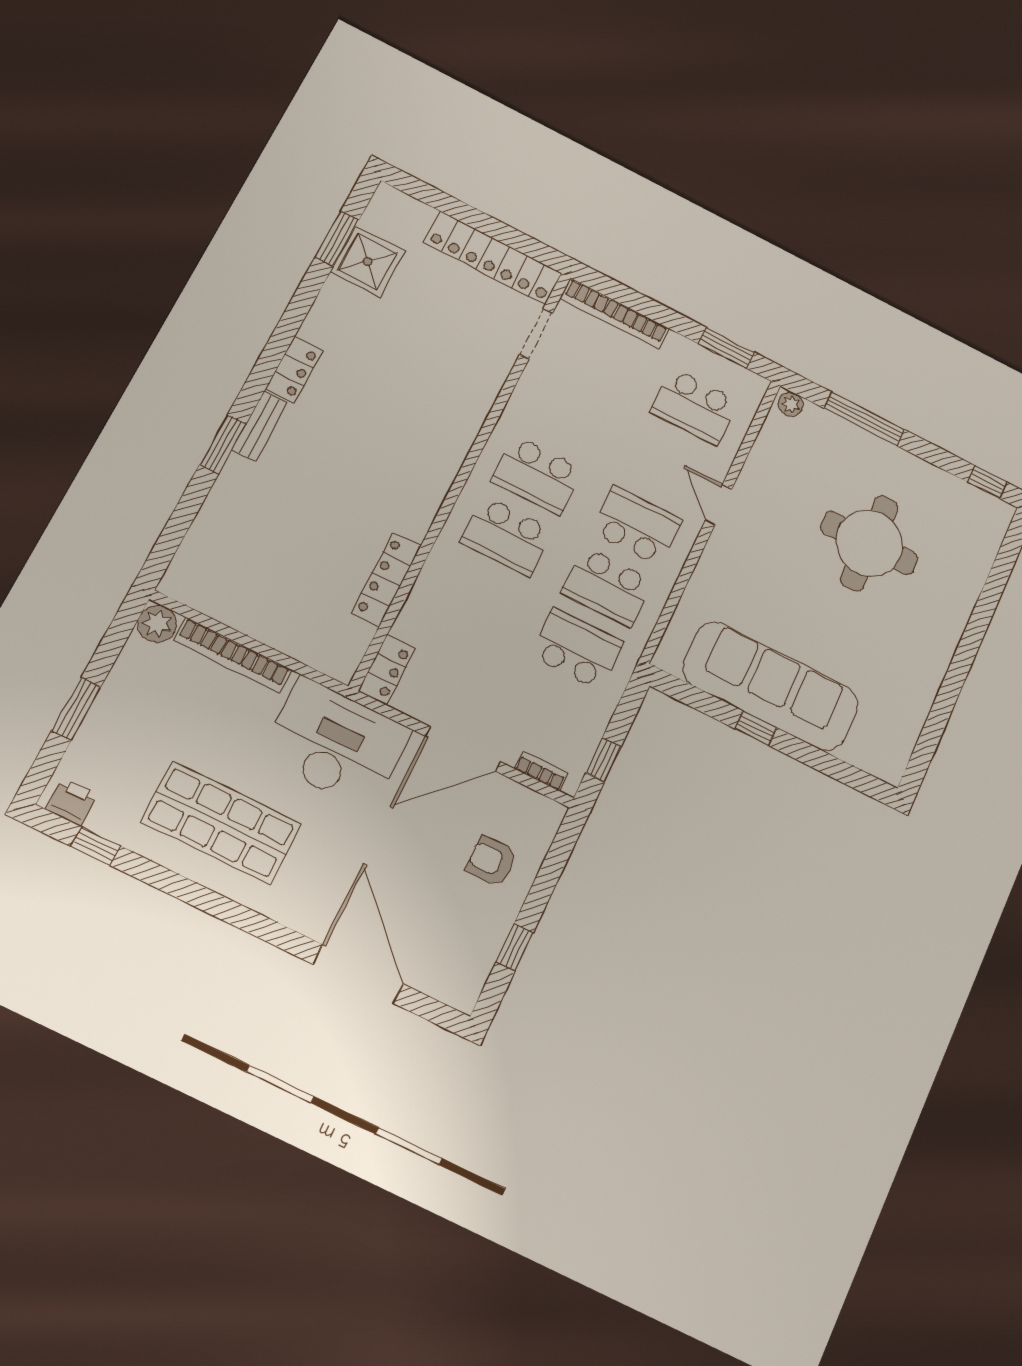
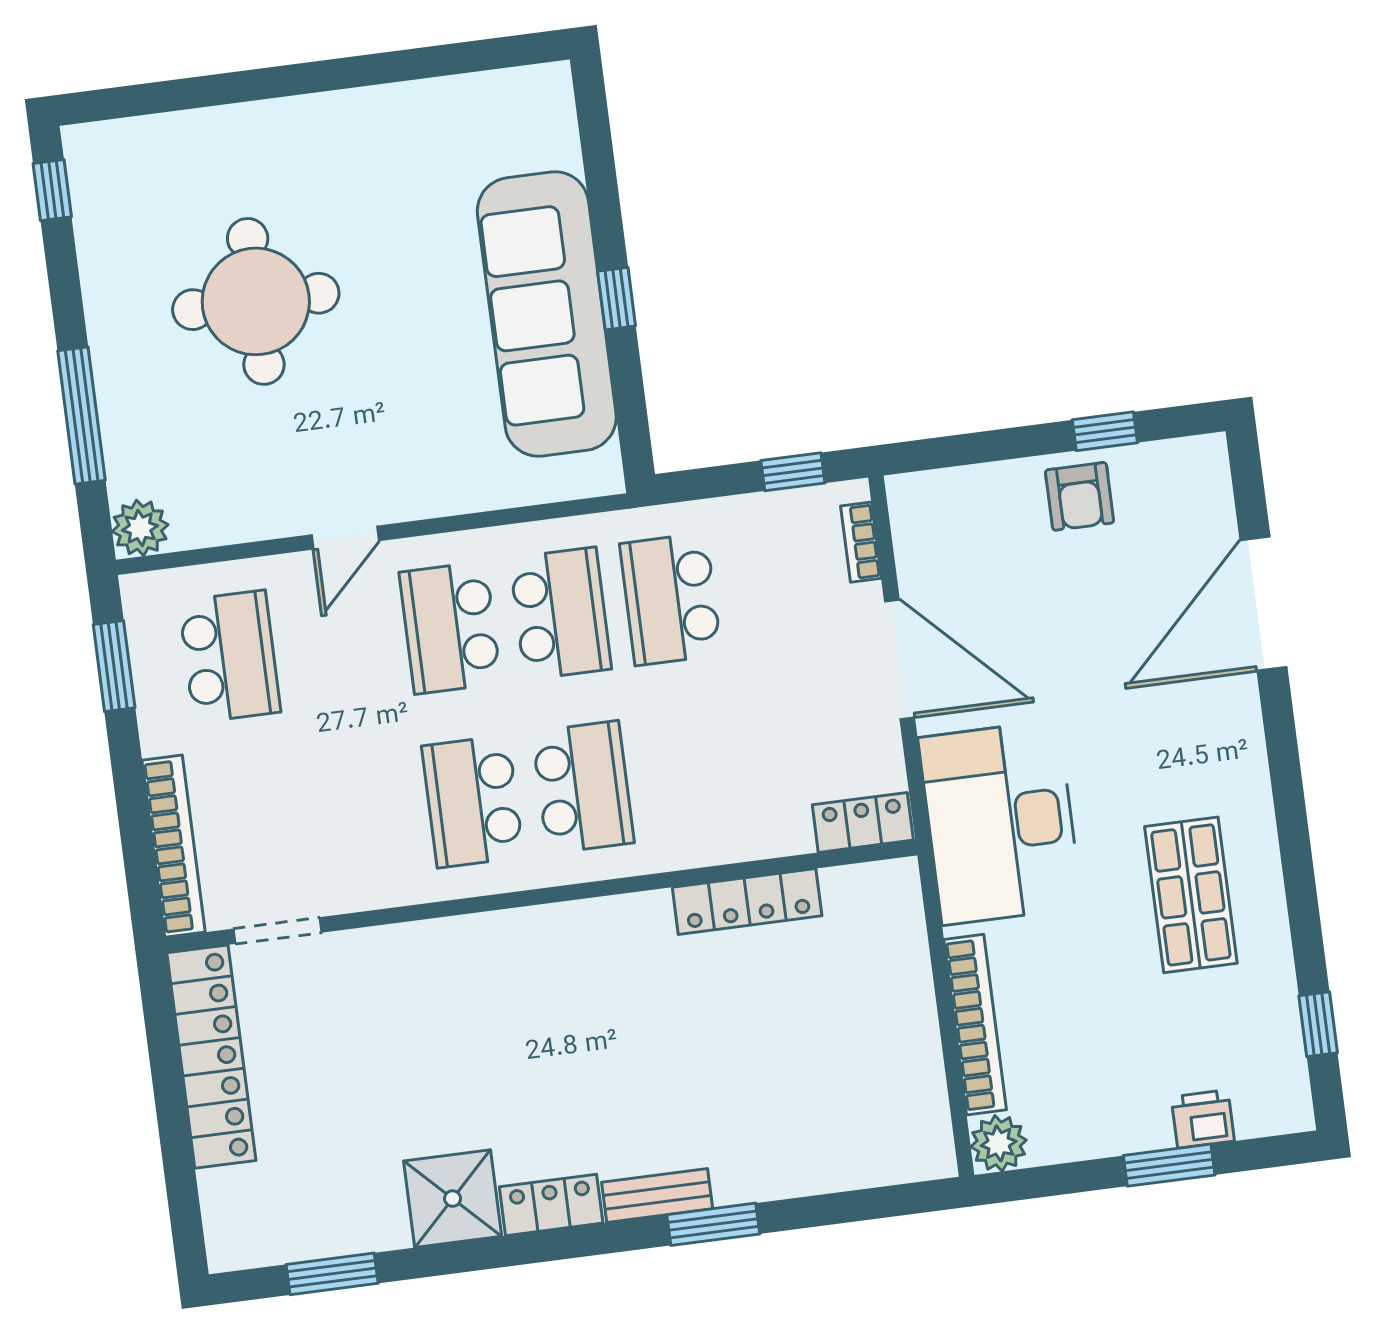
shower: (368, 261) -> (453, 1199), moved
plant: (791, 404) -> (140, 528), width x1.38, depth x1.38
school desk: (537, 475) -> (473, 801), turned 180
printer: (72, 802) -> (1203, 1119), moved, turned 90
shop shelf: (221, 823) -> (1191, 895), width x0.70, depth x0.74
armchair: (491, 861) -> (1080, 496), moved

